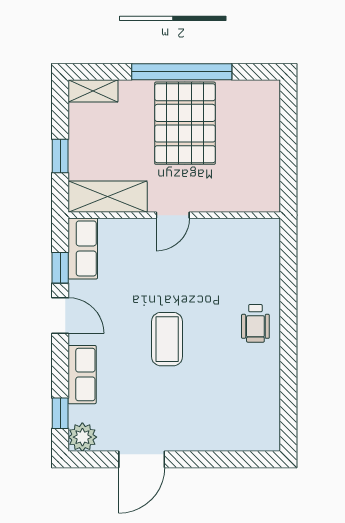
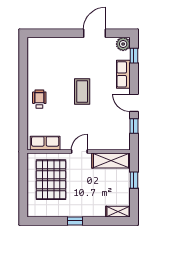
window: (182, 72) -> (75, 221), width x0.32
pallet: (185, 123) -> (51, 180), moved
row of seats: (83, 248) -> (45, 143), moved, turned 90

